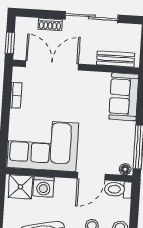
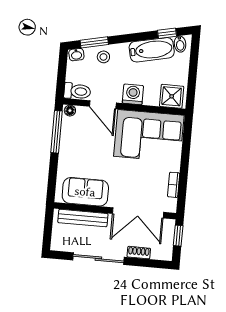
bench: (116, 59) -> (83, 218), width x1.36
sofa: (124, 97) -> (85, 192), moved, turned -90
door: (91, 176) -> (103, 105), swing flipped
washing machine: (43, 187) -> (133, 94), moved

